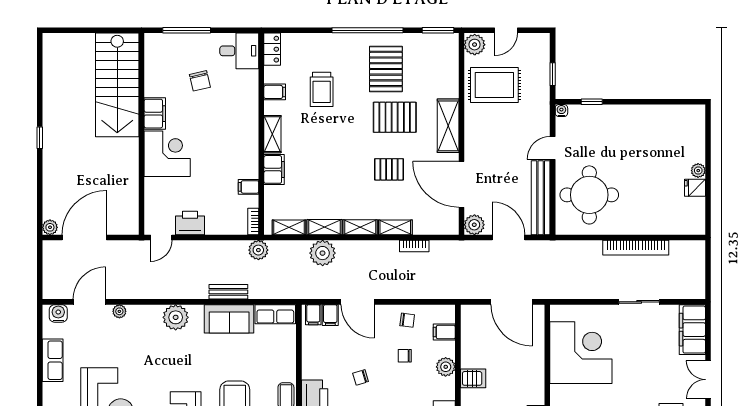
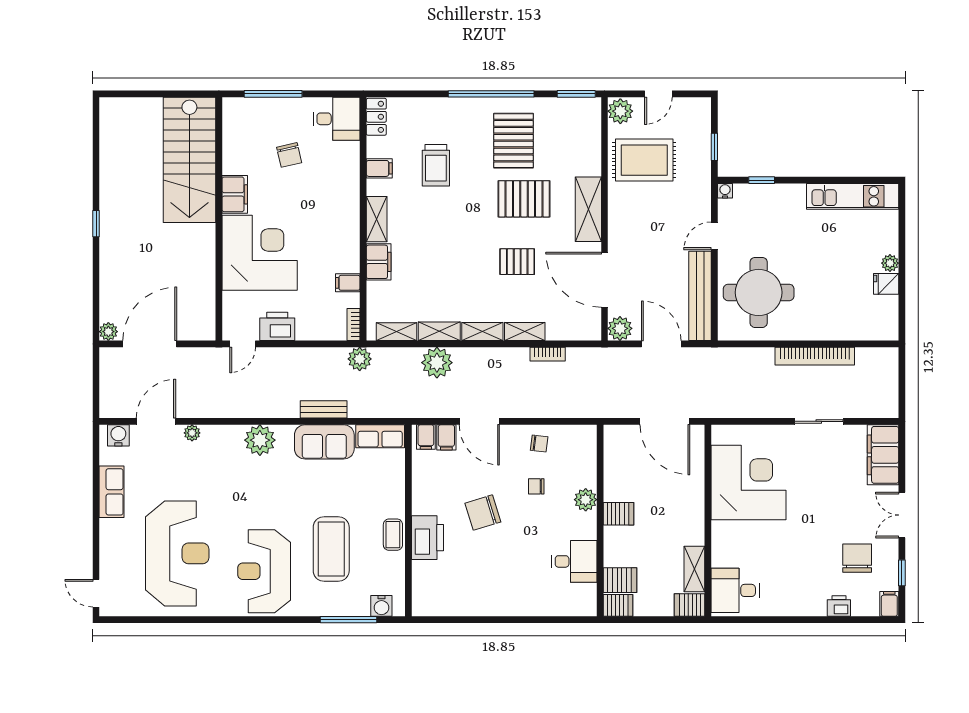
kitchen unit: (667, 115) -> (853, 196), added
corner desk: (167, 154) -> (260, 253), width x1.36, depth x1.36
filing cabinet: (444, 332) -> (584, 458), removed
chair: (361, 377) -> (483, 513), width x1.87, depth x1.87

